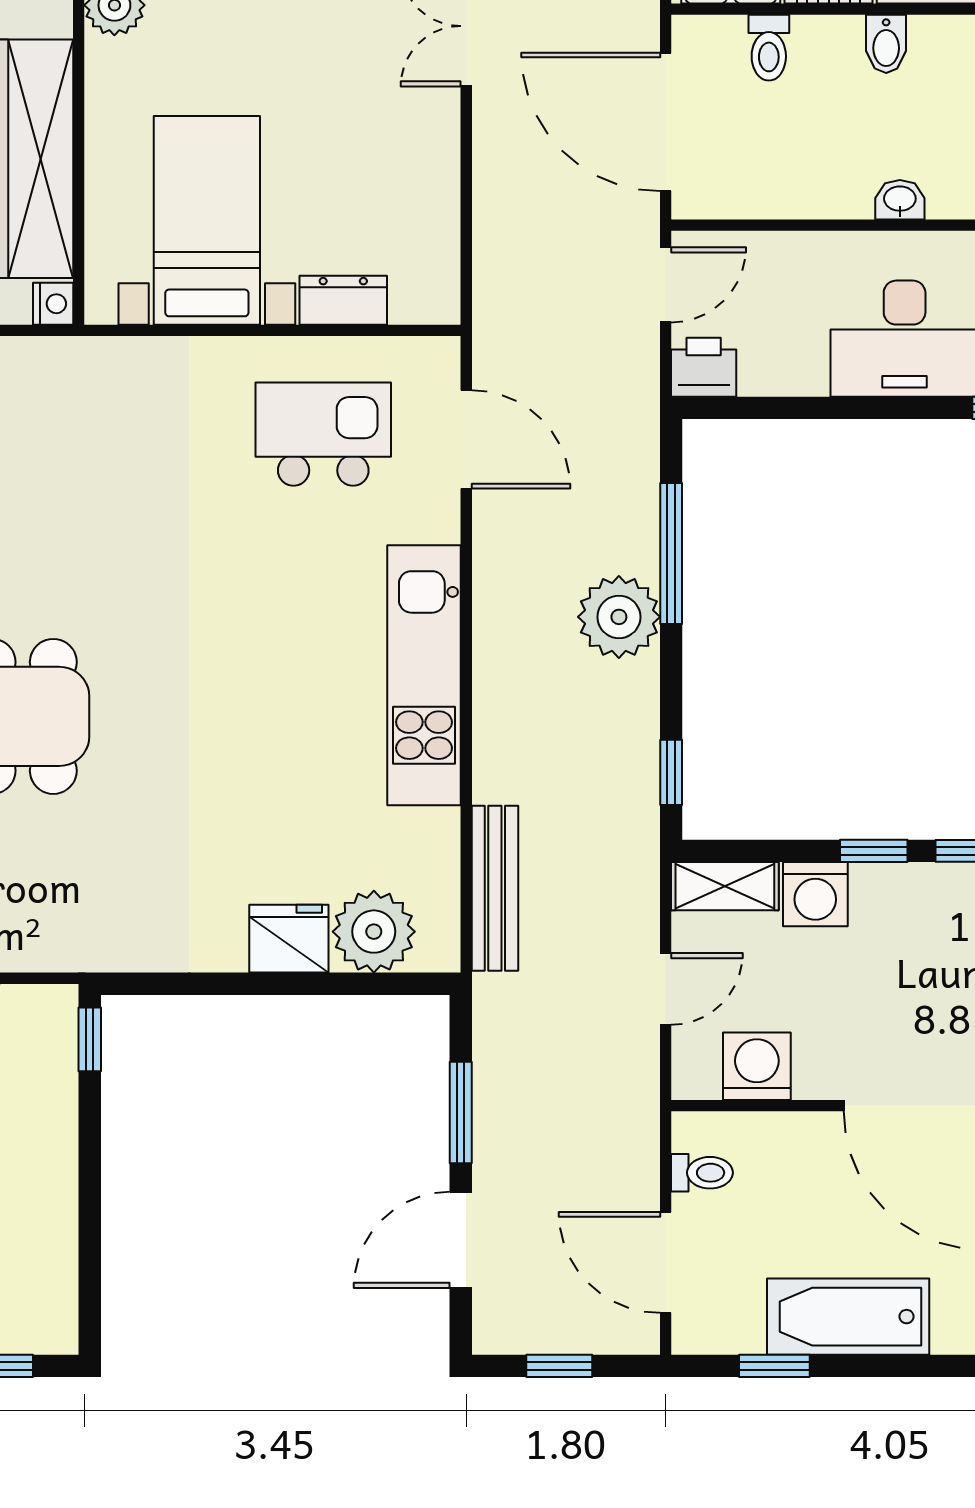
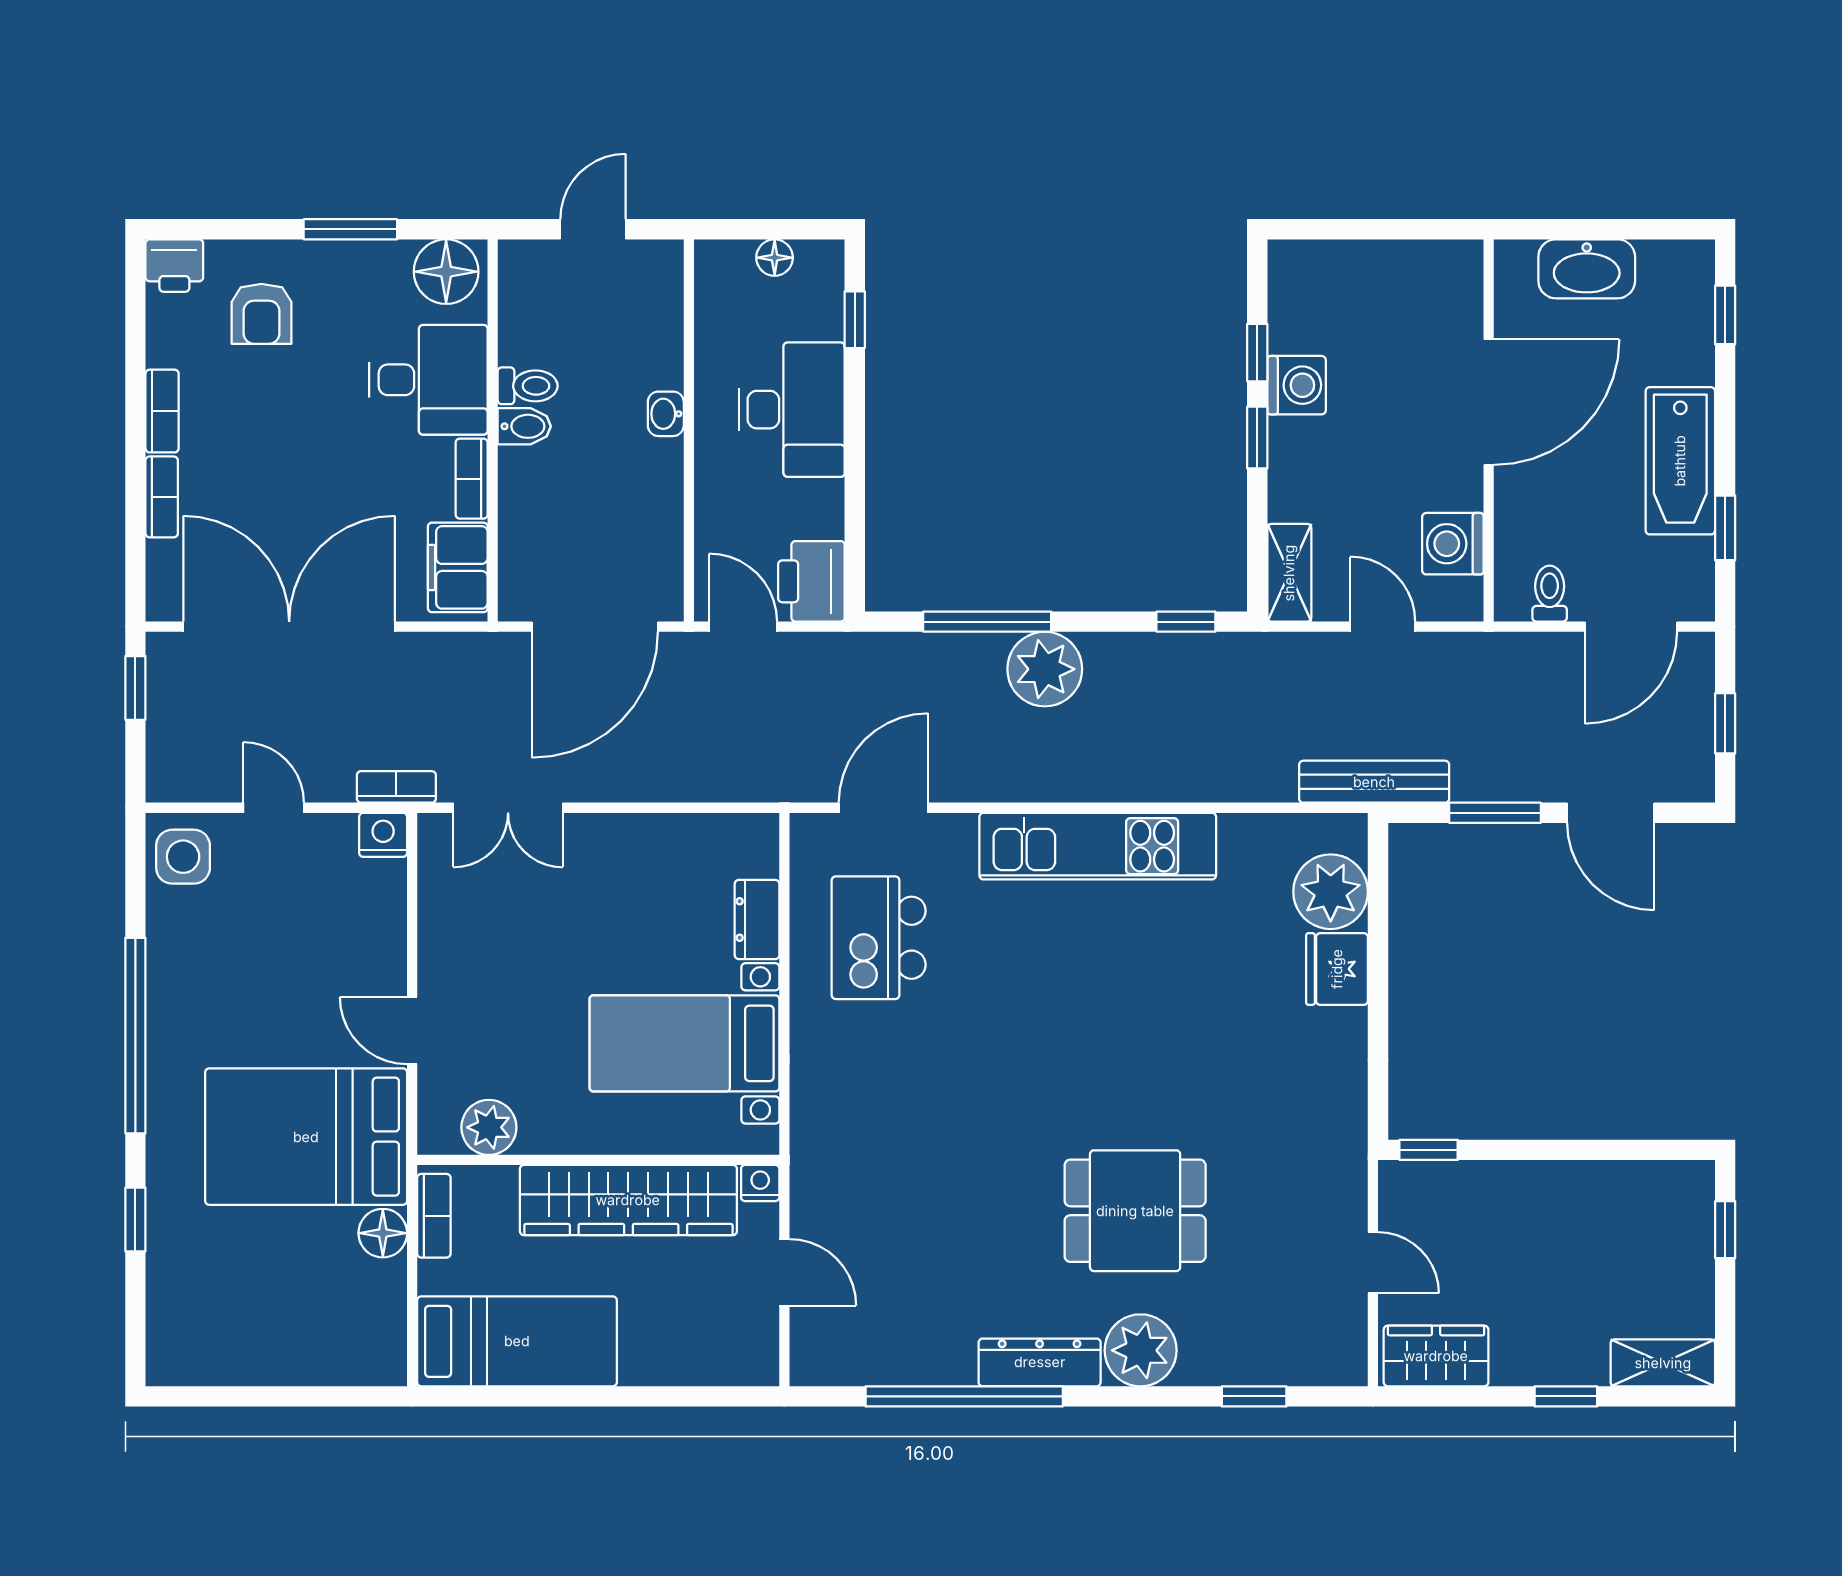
toilet: (769, 48) -> (528, 386), moved
printer: (704, 367) -> (811, 581), width x1.36, depth x1.24
bench: (495, 888) -> (1374, 782), moved
washing machine: (815, 894) -> (1297, 385), moved

